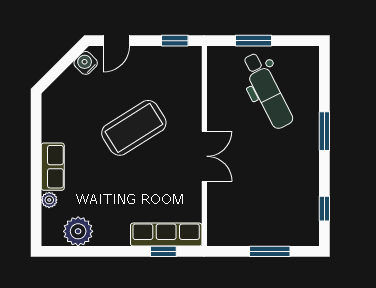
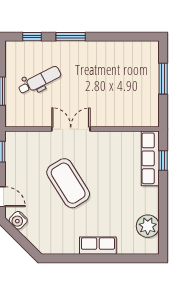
dental chair: (267, 91) -> (40, 80), width x0.73, depth x0.72
double door: (204, 156) -> (71, 129), moved
plant: (49, 200) -> (124, 248), removed
window: (324, 209) -> (32, 37), moved

